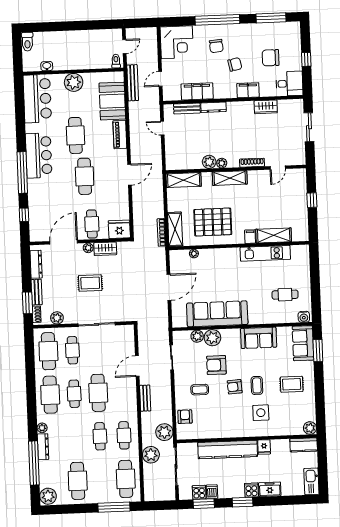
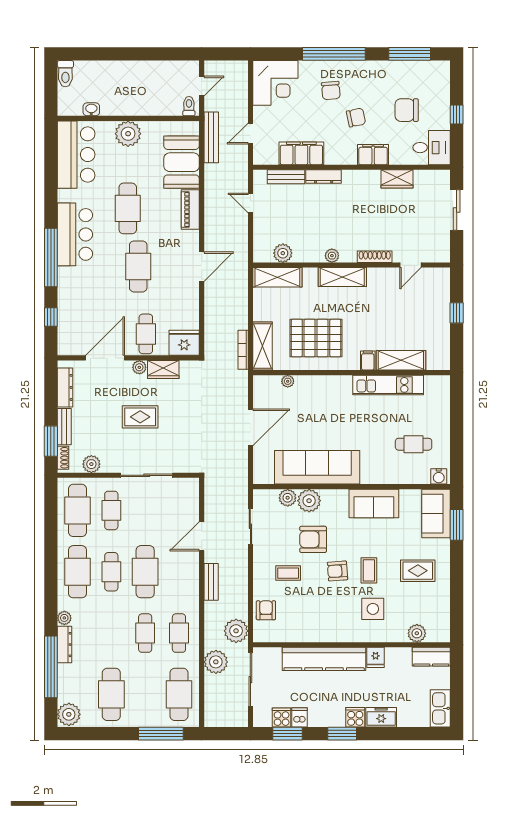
plant: (209, 162) -> (283, 253), moved
plant: (310, 428) -> (417, 633), moved

